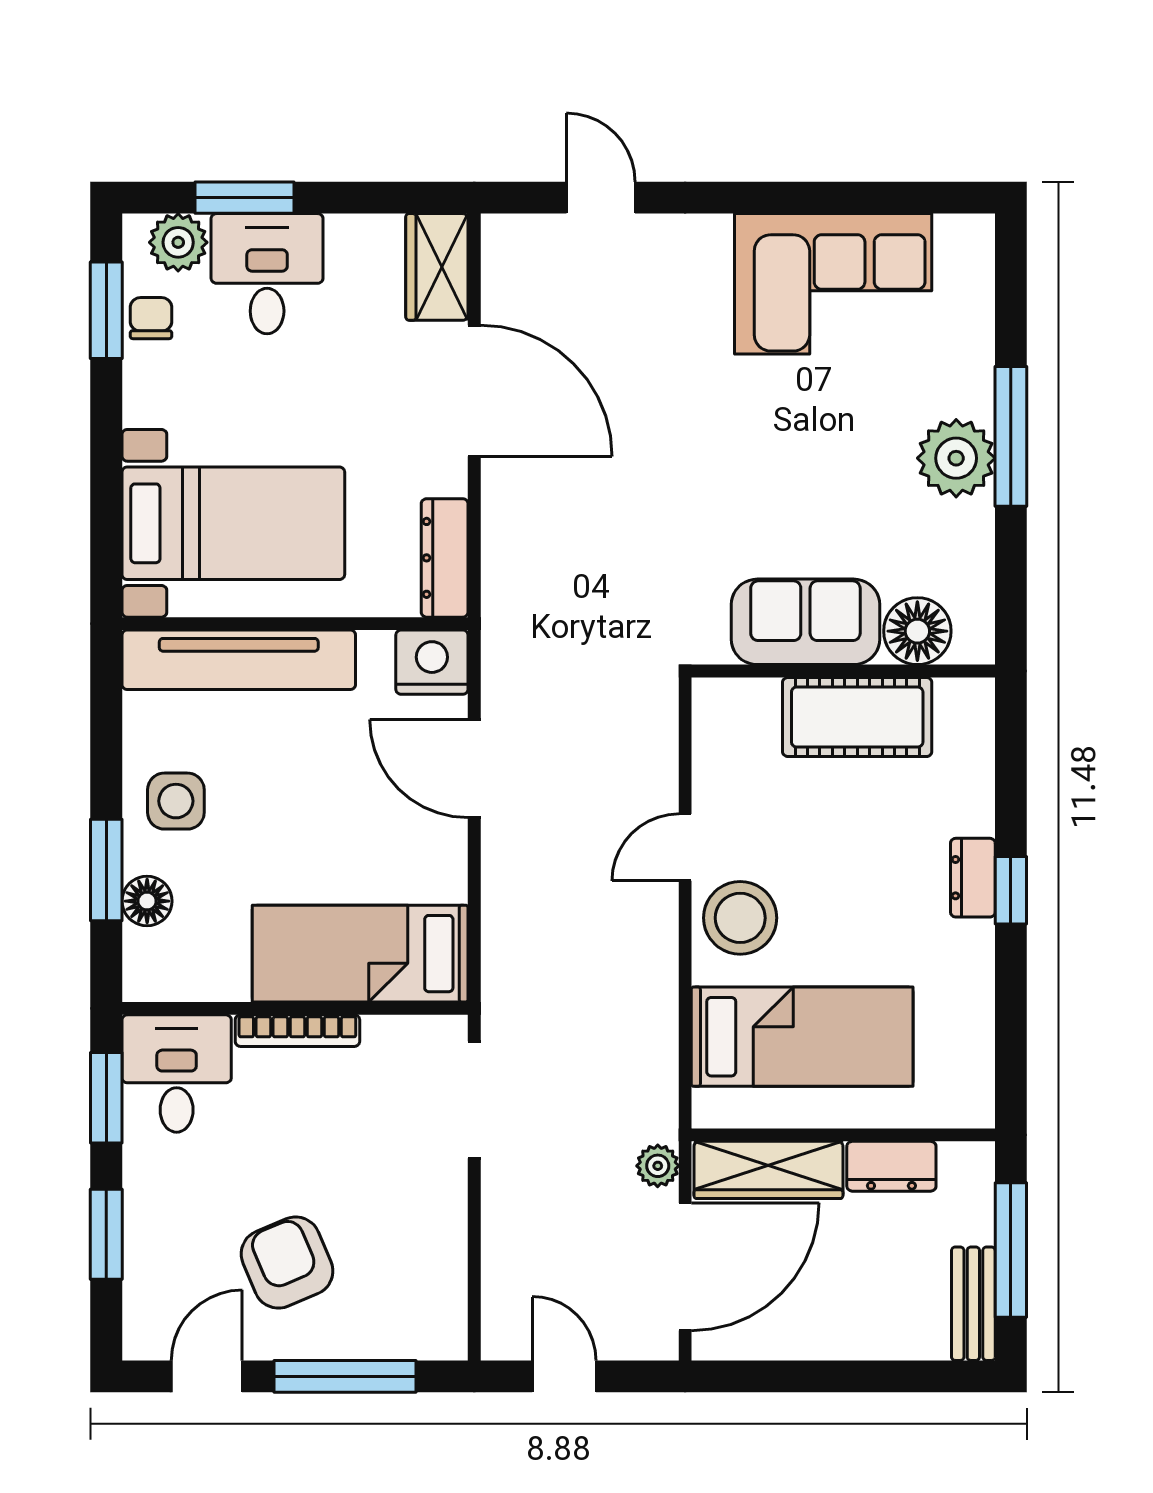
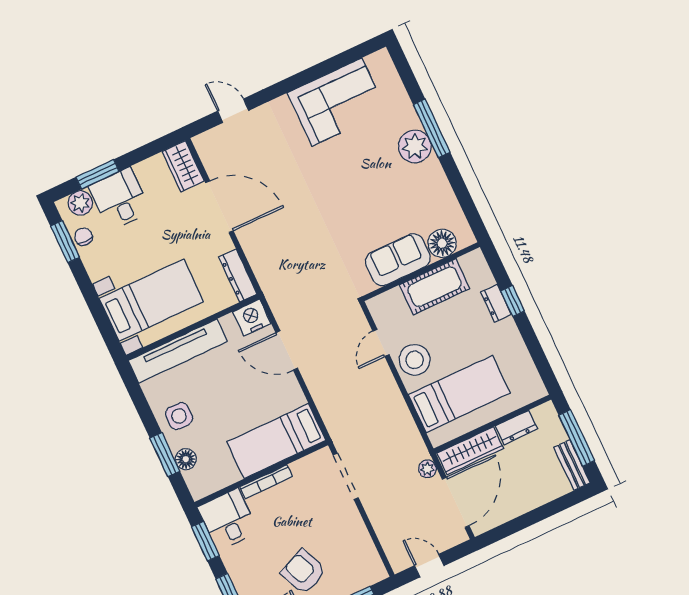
sofa: (805, 622) -> (398, 260), moved
floor lamp: (917, 631) -> (442, 243), moved
wall: (843, 671) -> (421, 272), moved
cot: (857, 717) -> (434, 287), moved

